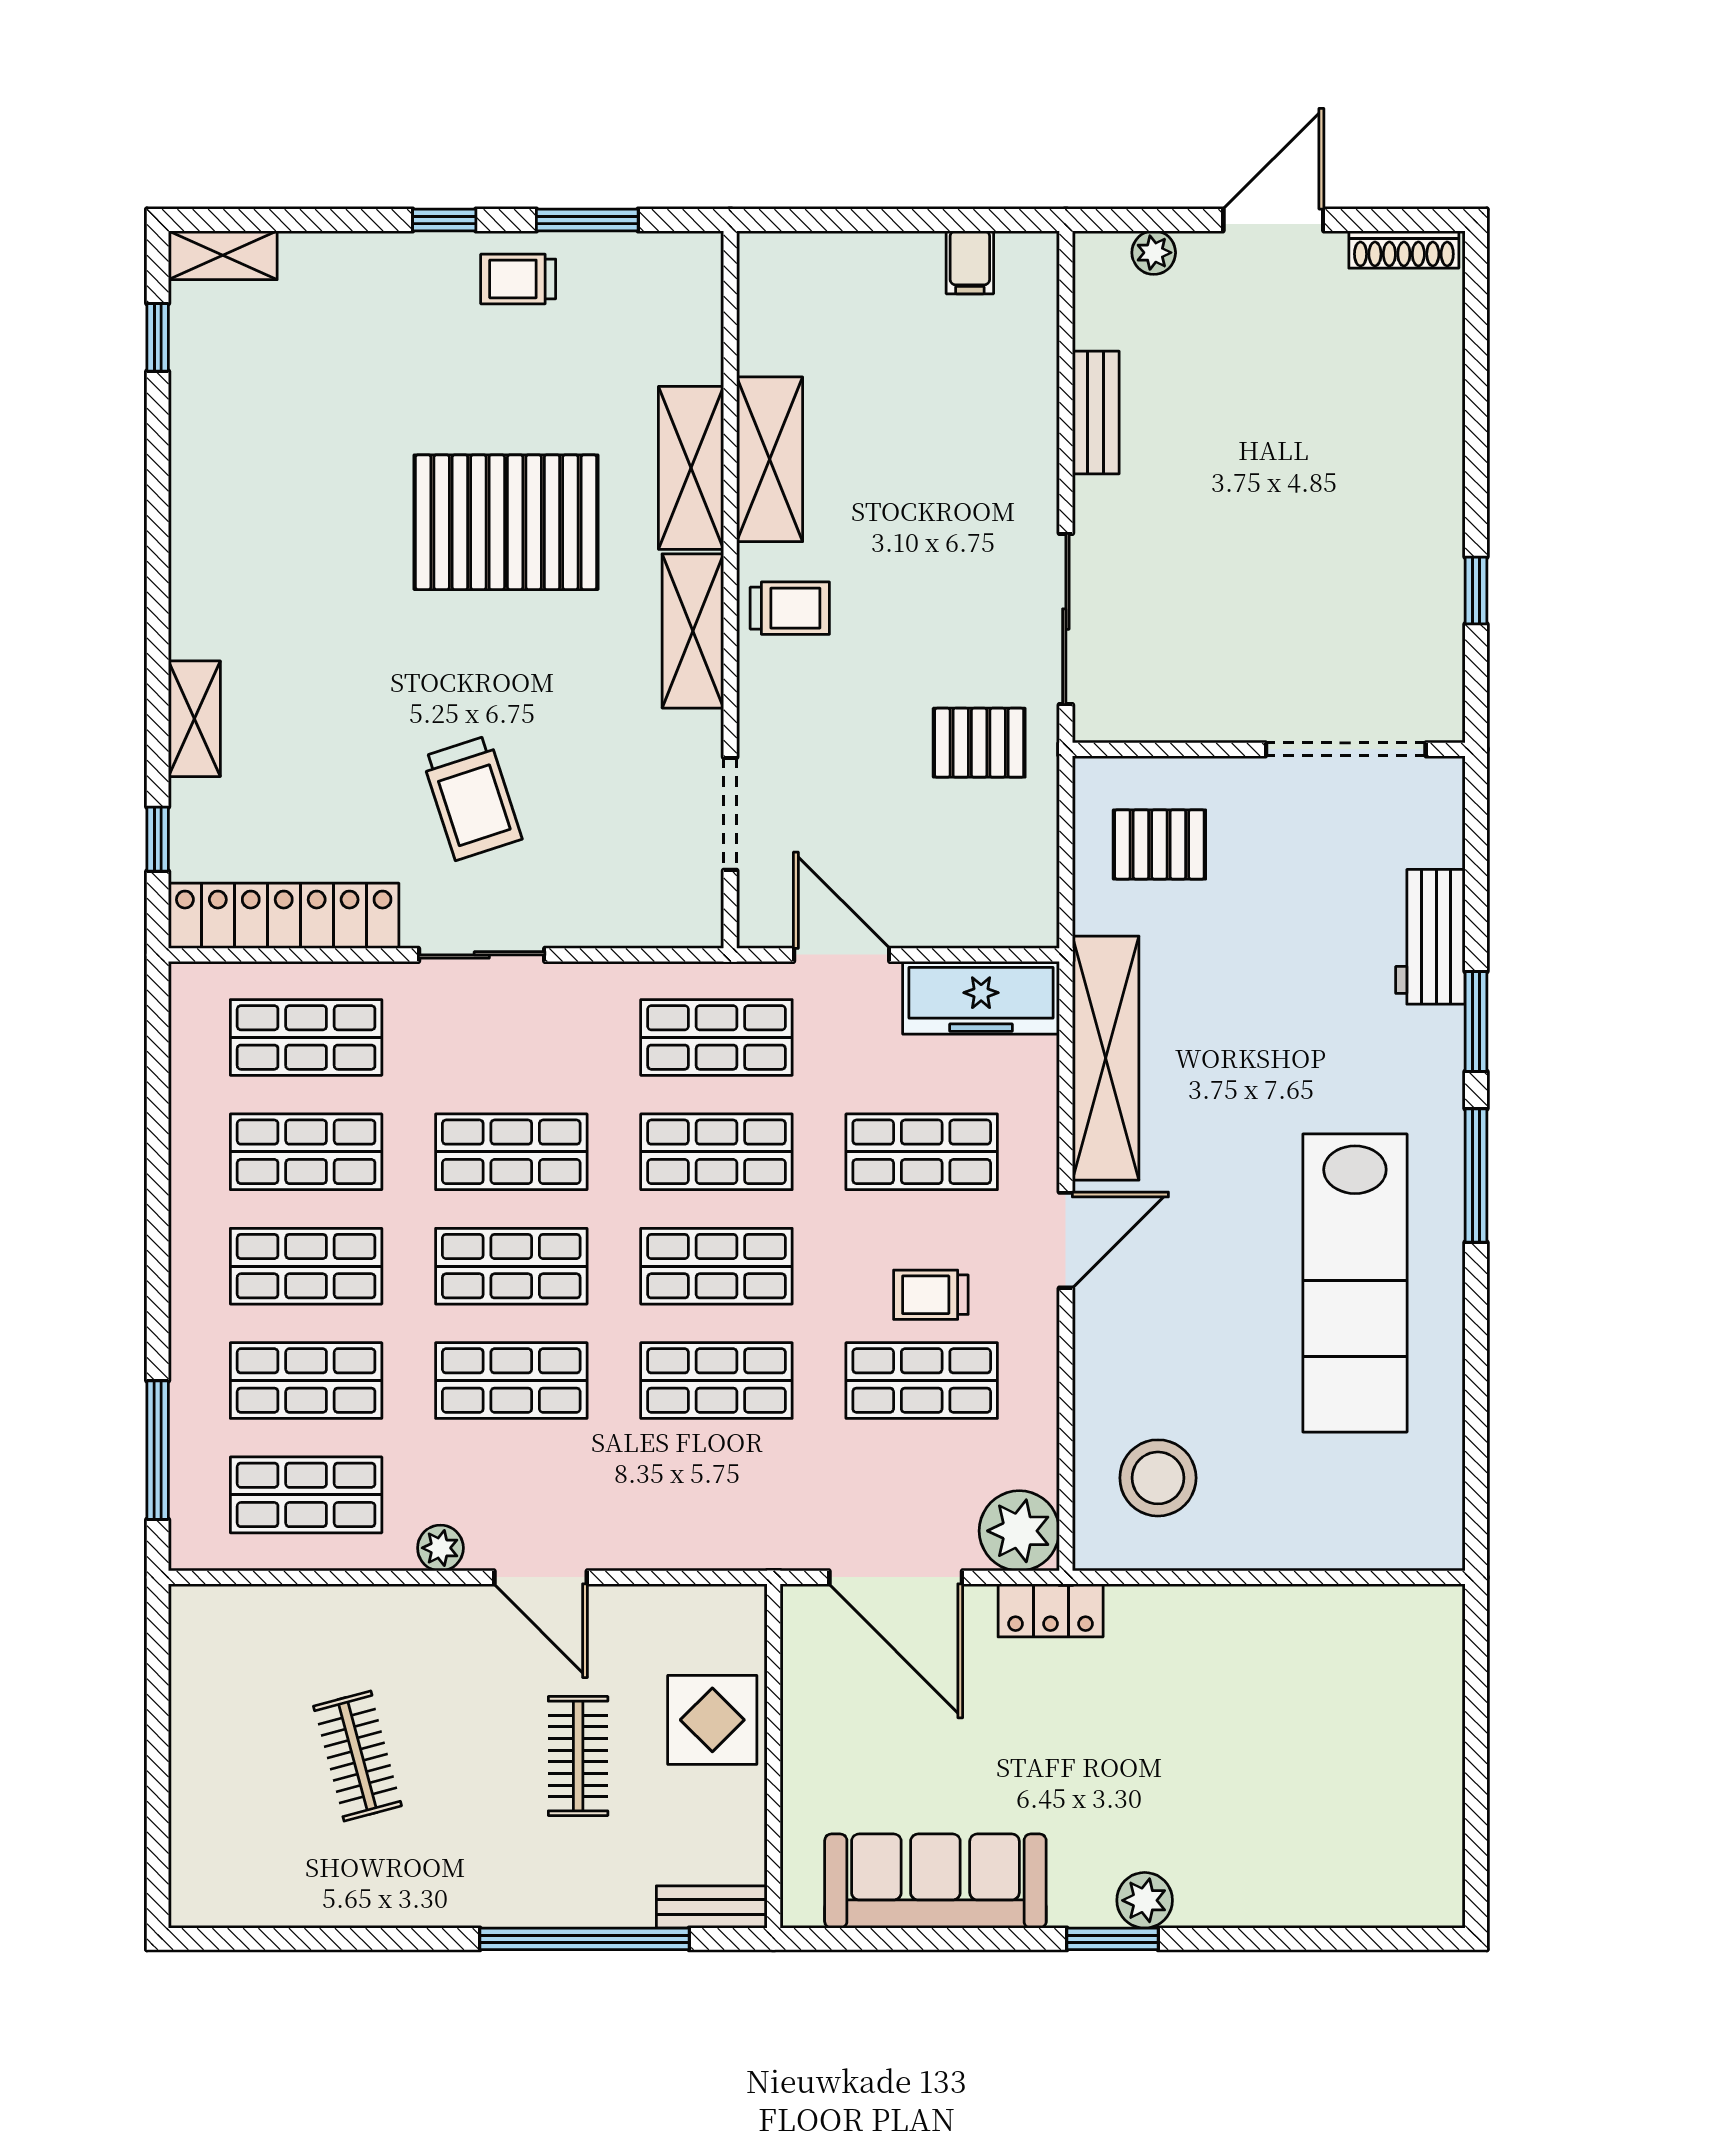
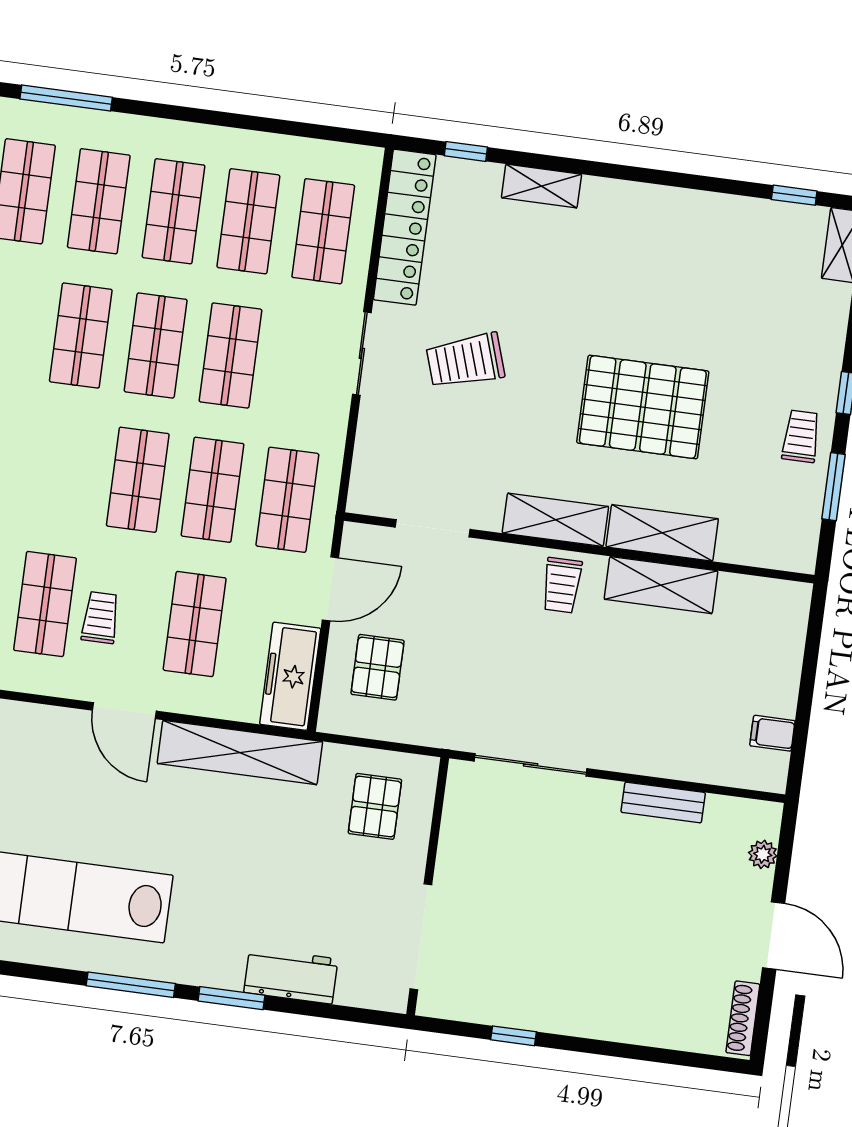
pallet: (506, 522) -> (643, 407), turned 90
pallet: (979, 743) -> (378, 667), moved
shop shelf: (716, 1381) -> (63, 470), removed

